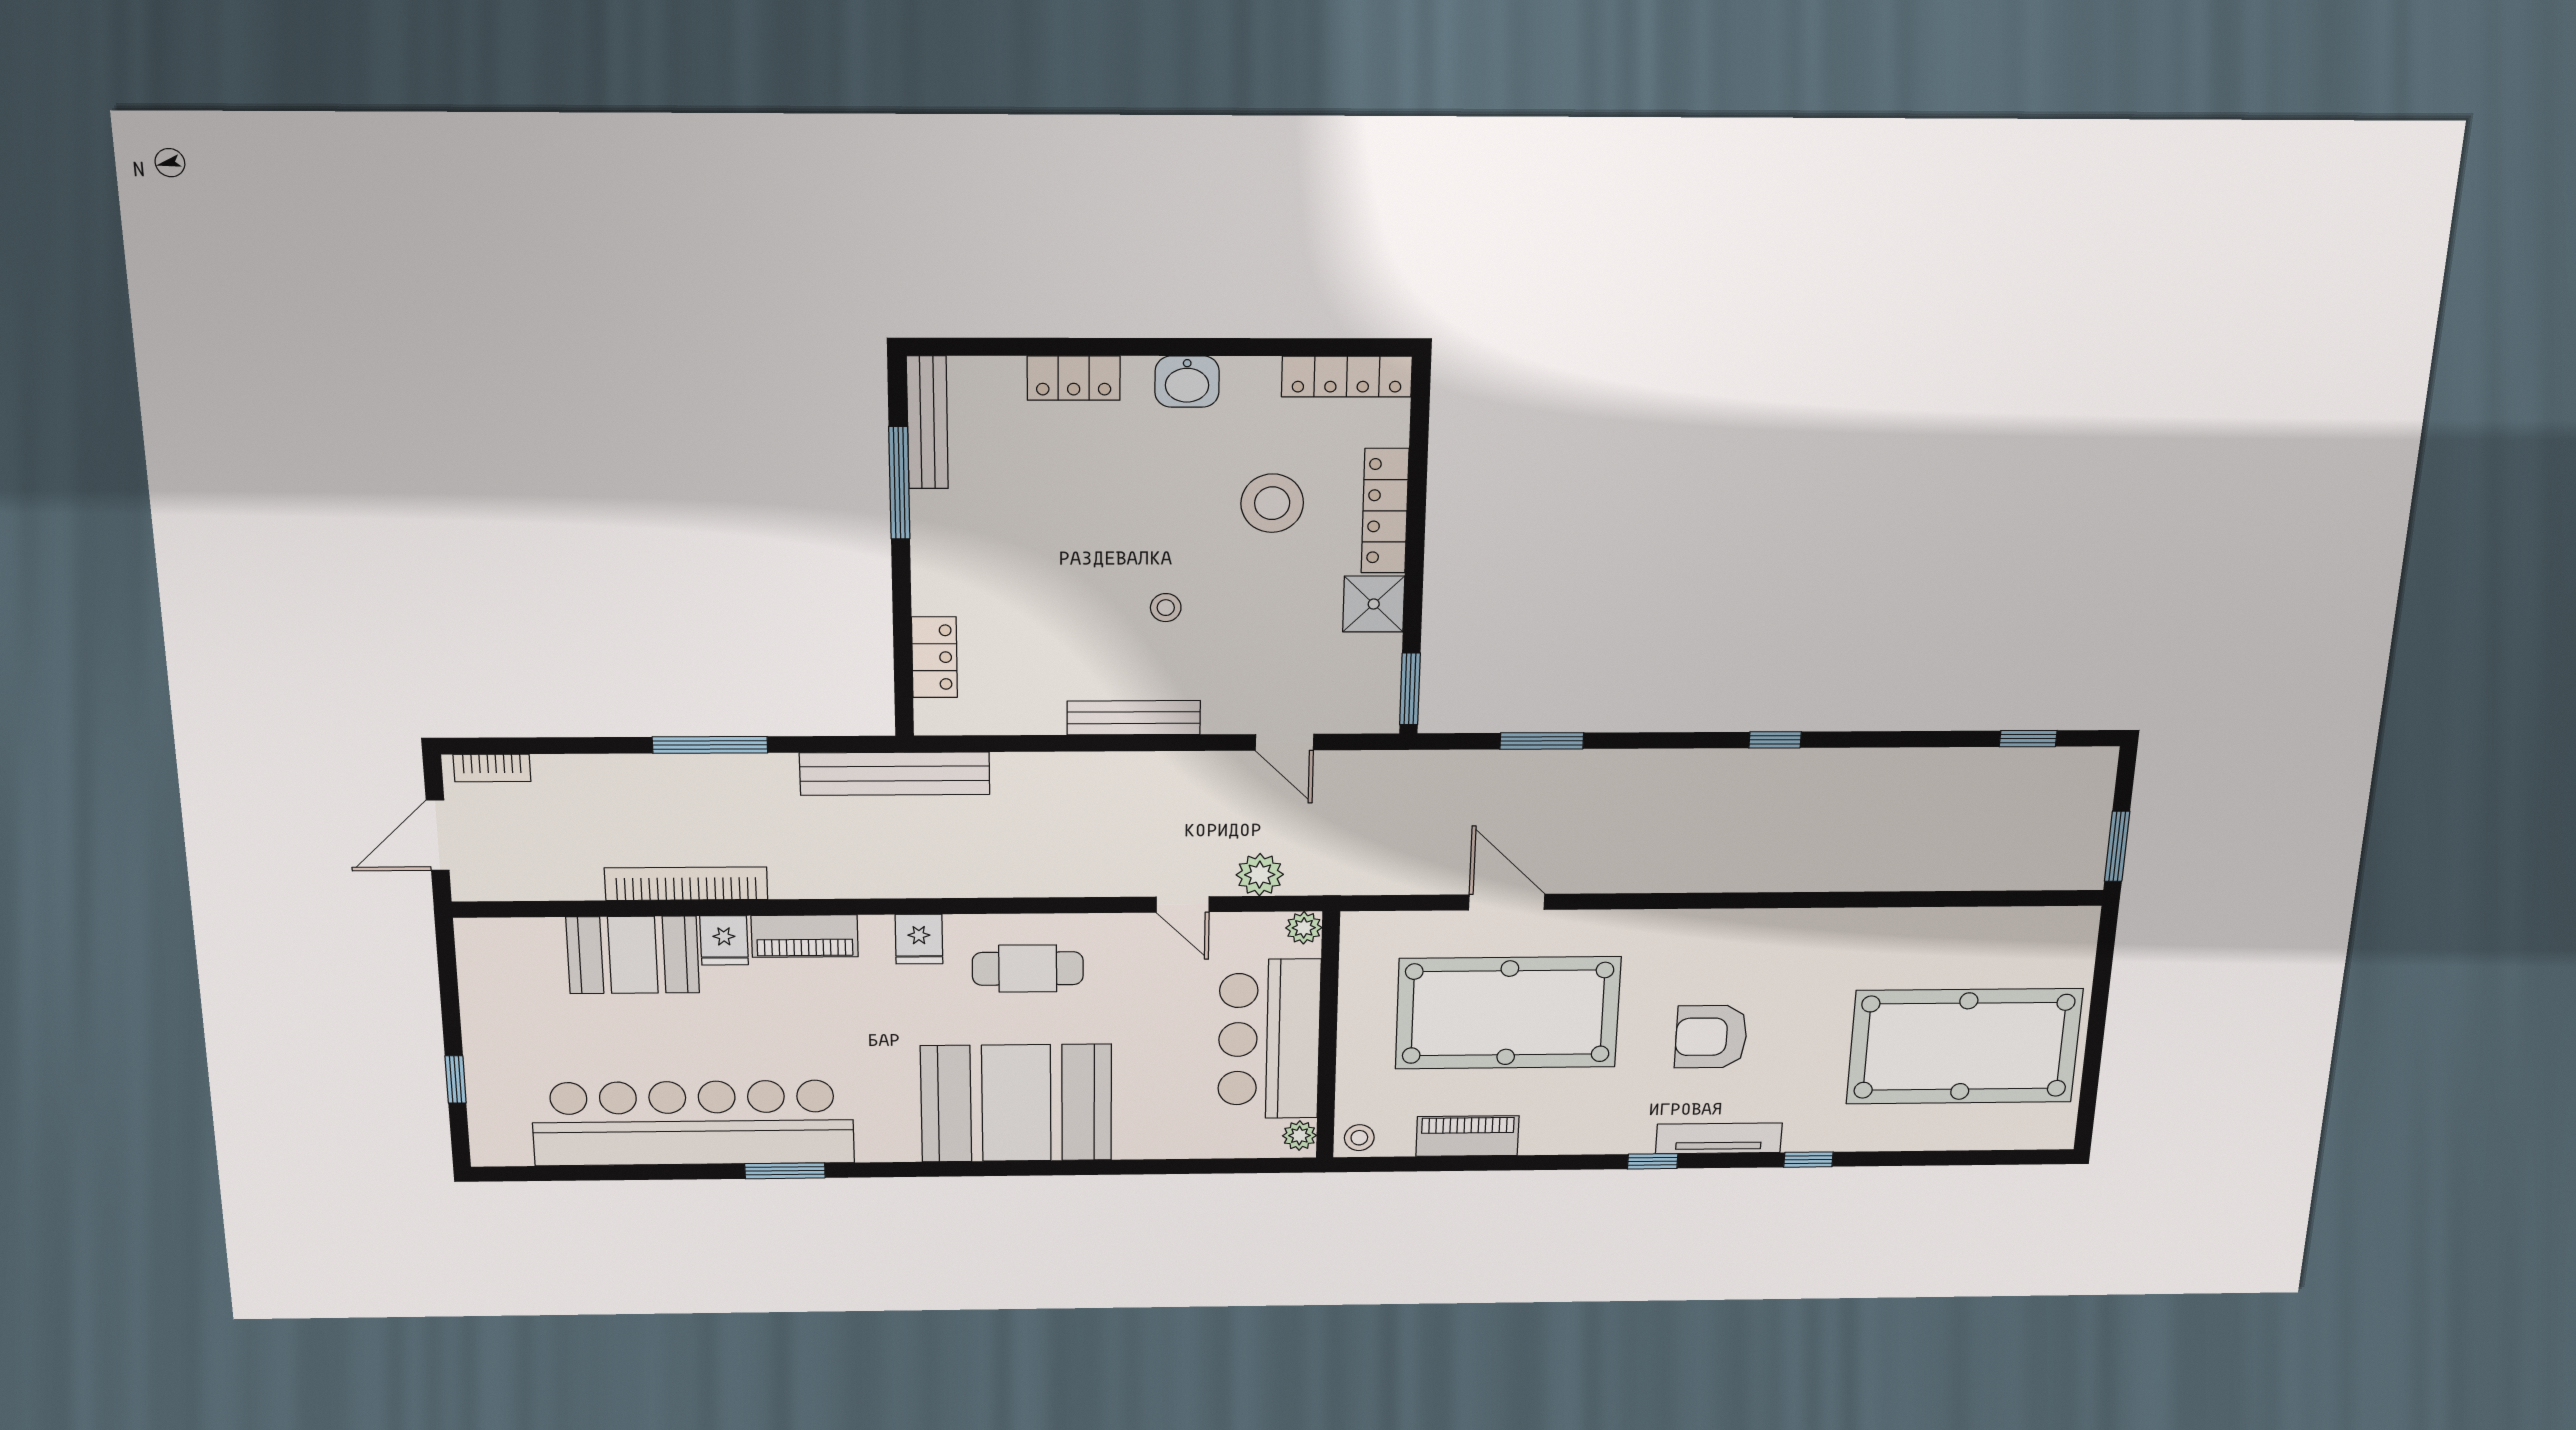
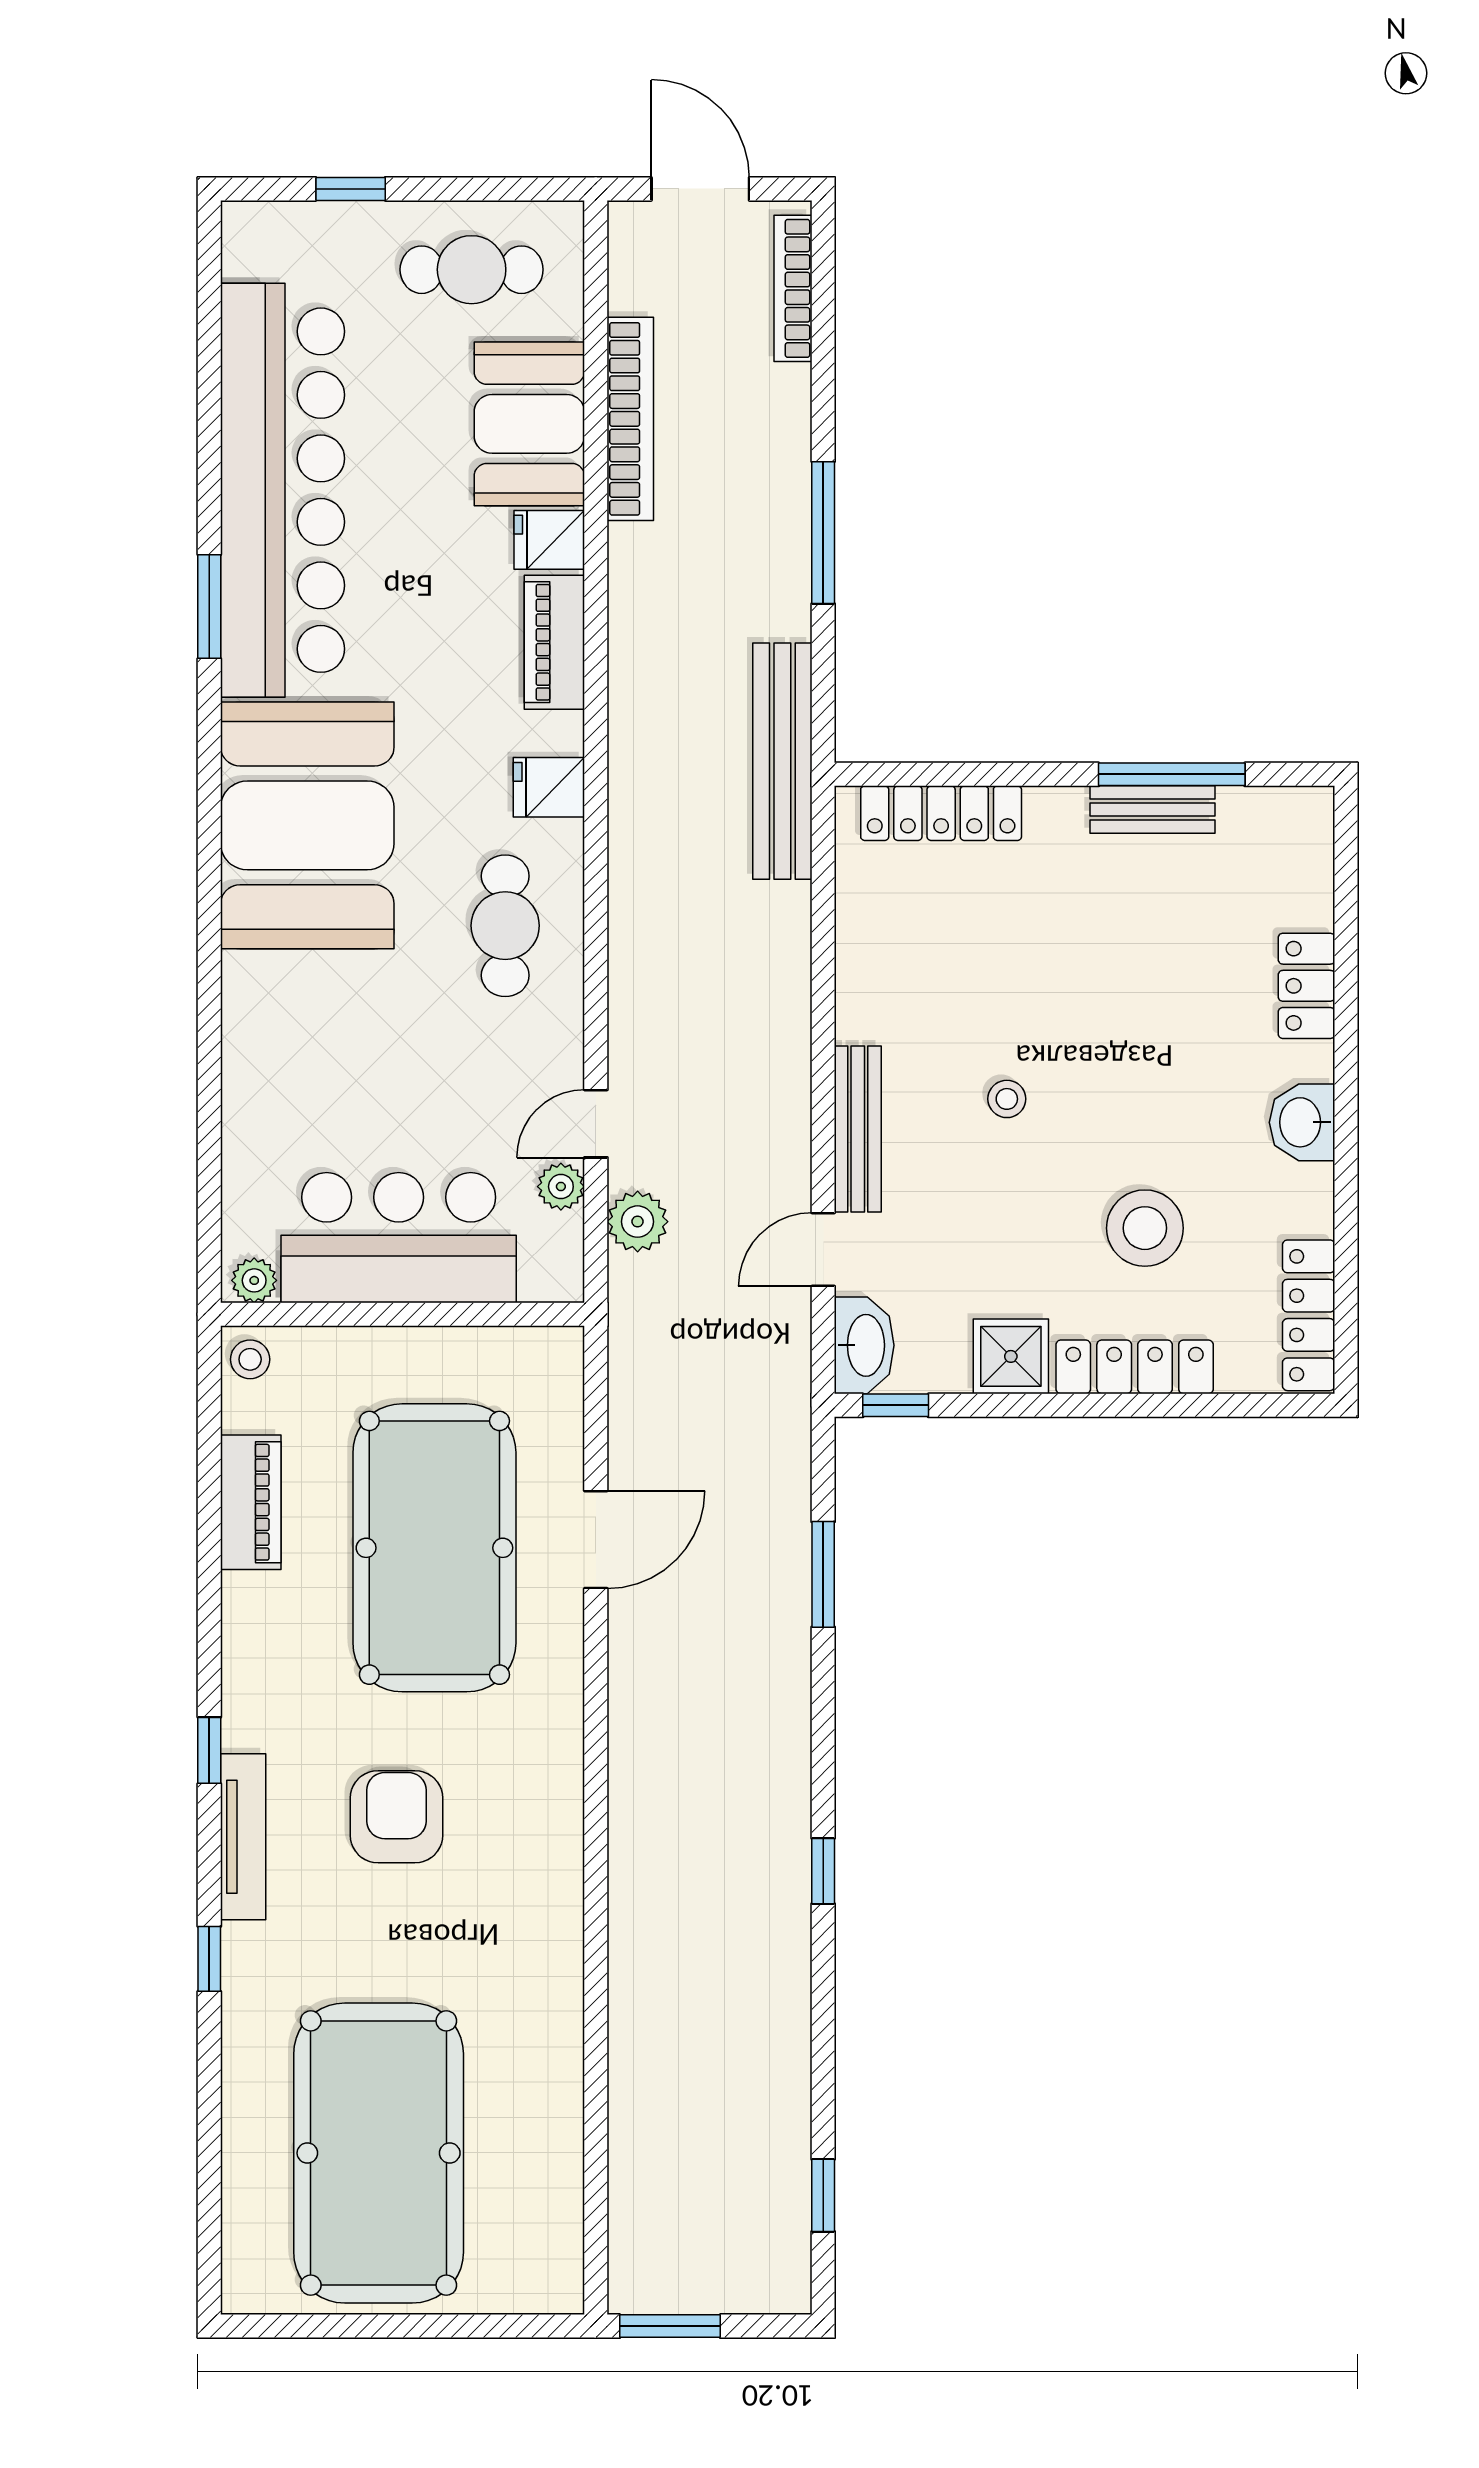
bench: (927, 423) -> (1152, 810), moved, width x0.73
locker: (934, 657) -> (941, 813), width x1.53
window: (1410, 689) -> (896, 1405), width x0.67
washbasin: (1362, 712) -> (864, 1345), added
bench: (1134, 718) -> (858, 1129), moved
bookcase: (492, 768) -> (793, 288), width x1.56
bookcase: (686, 884) -> (630, 419), moved
plant: (1304, 928) -> (561, 1187), moved
cafe table: (513, 996) -> (472, 270), added
booth: (1016, 1103) -> (307, 825), moved

